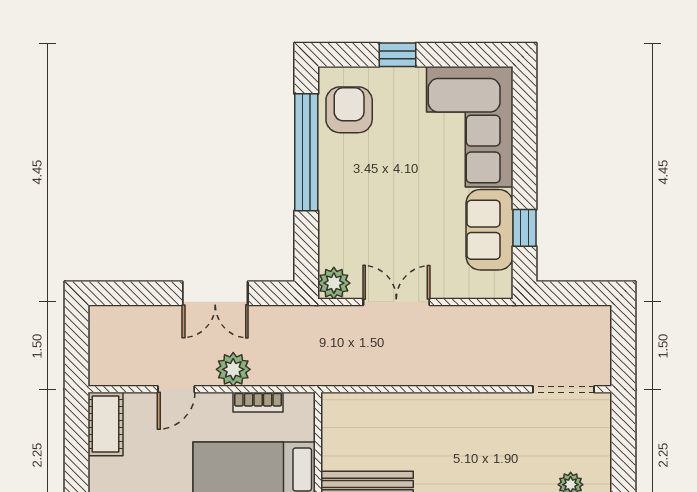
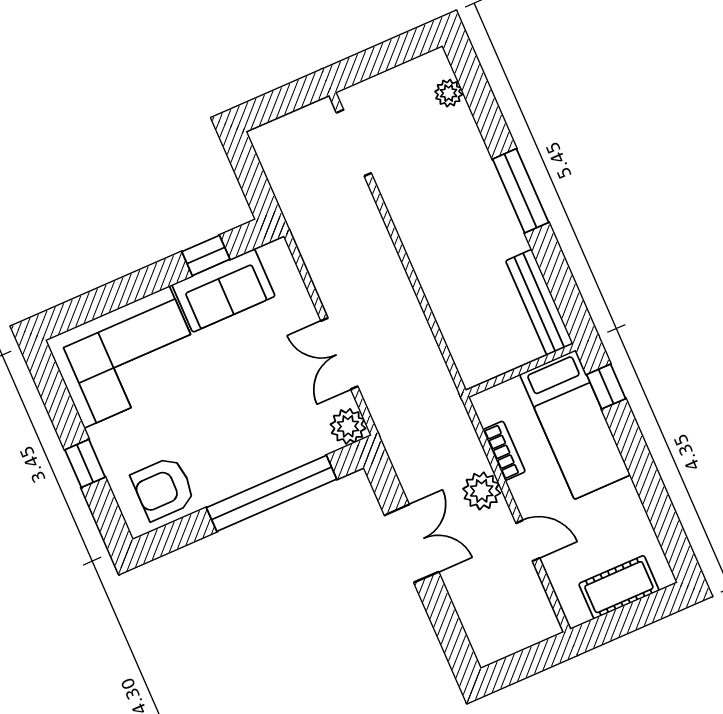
window: (306, 152) -> (272, 493), moved
cot: (105, 424) -> (619, 587), moved

